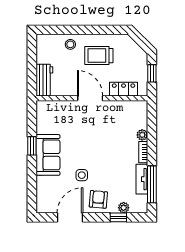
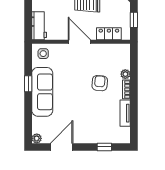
sofa: (48, 155) -> (42, 92), width x1.36
side table: (82, 175) -> (43, 54), moved
window: (152, 184) -> (134, 118), removed
armchair: (98, 199) -> (100, 83), moved
plant: (124, 208) -> (37, 138), moved

